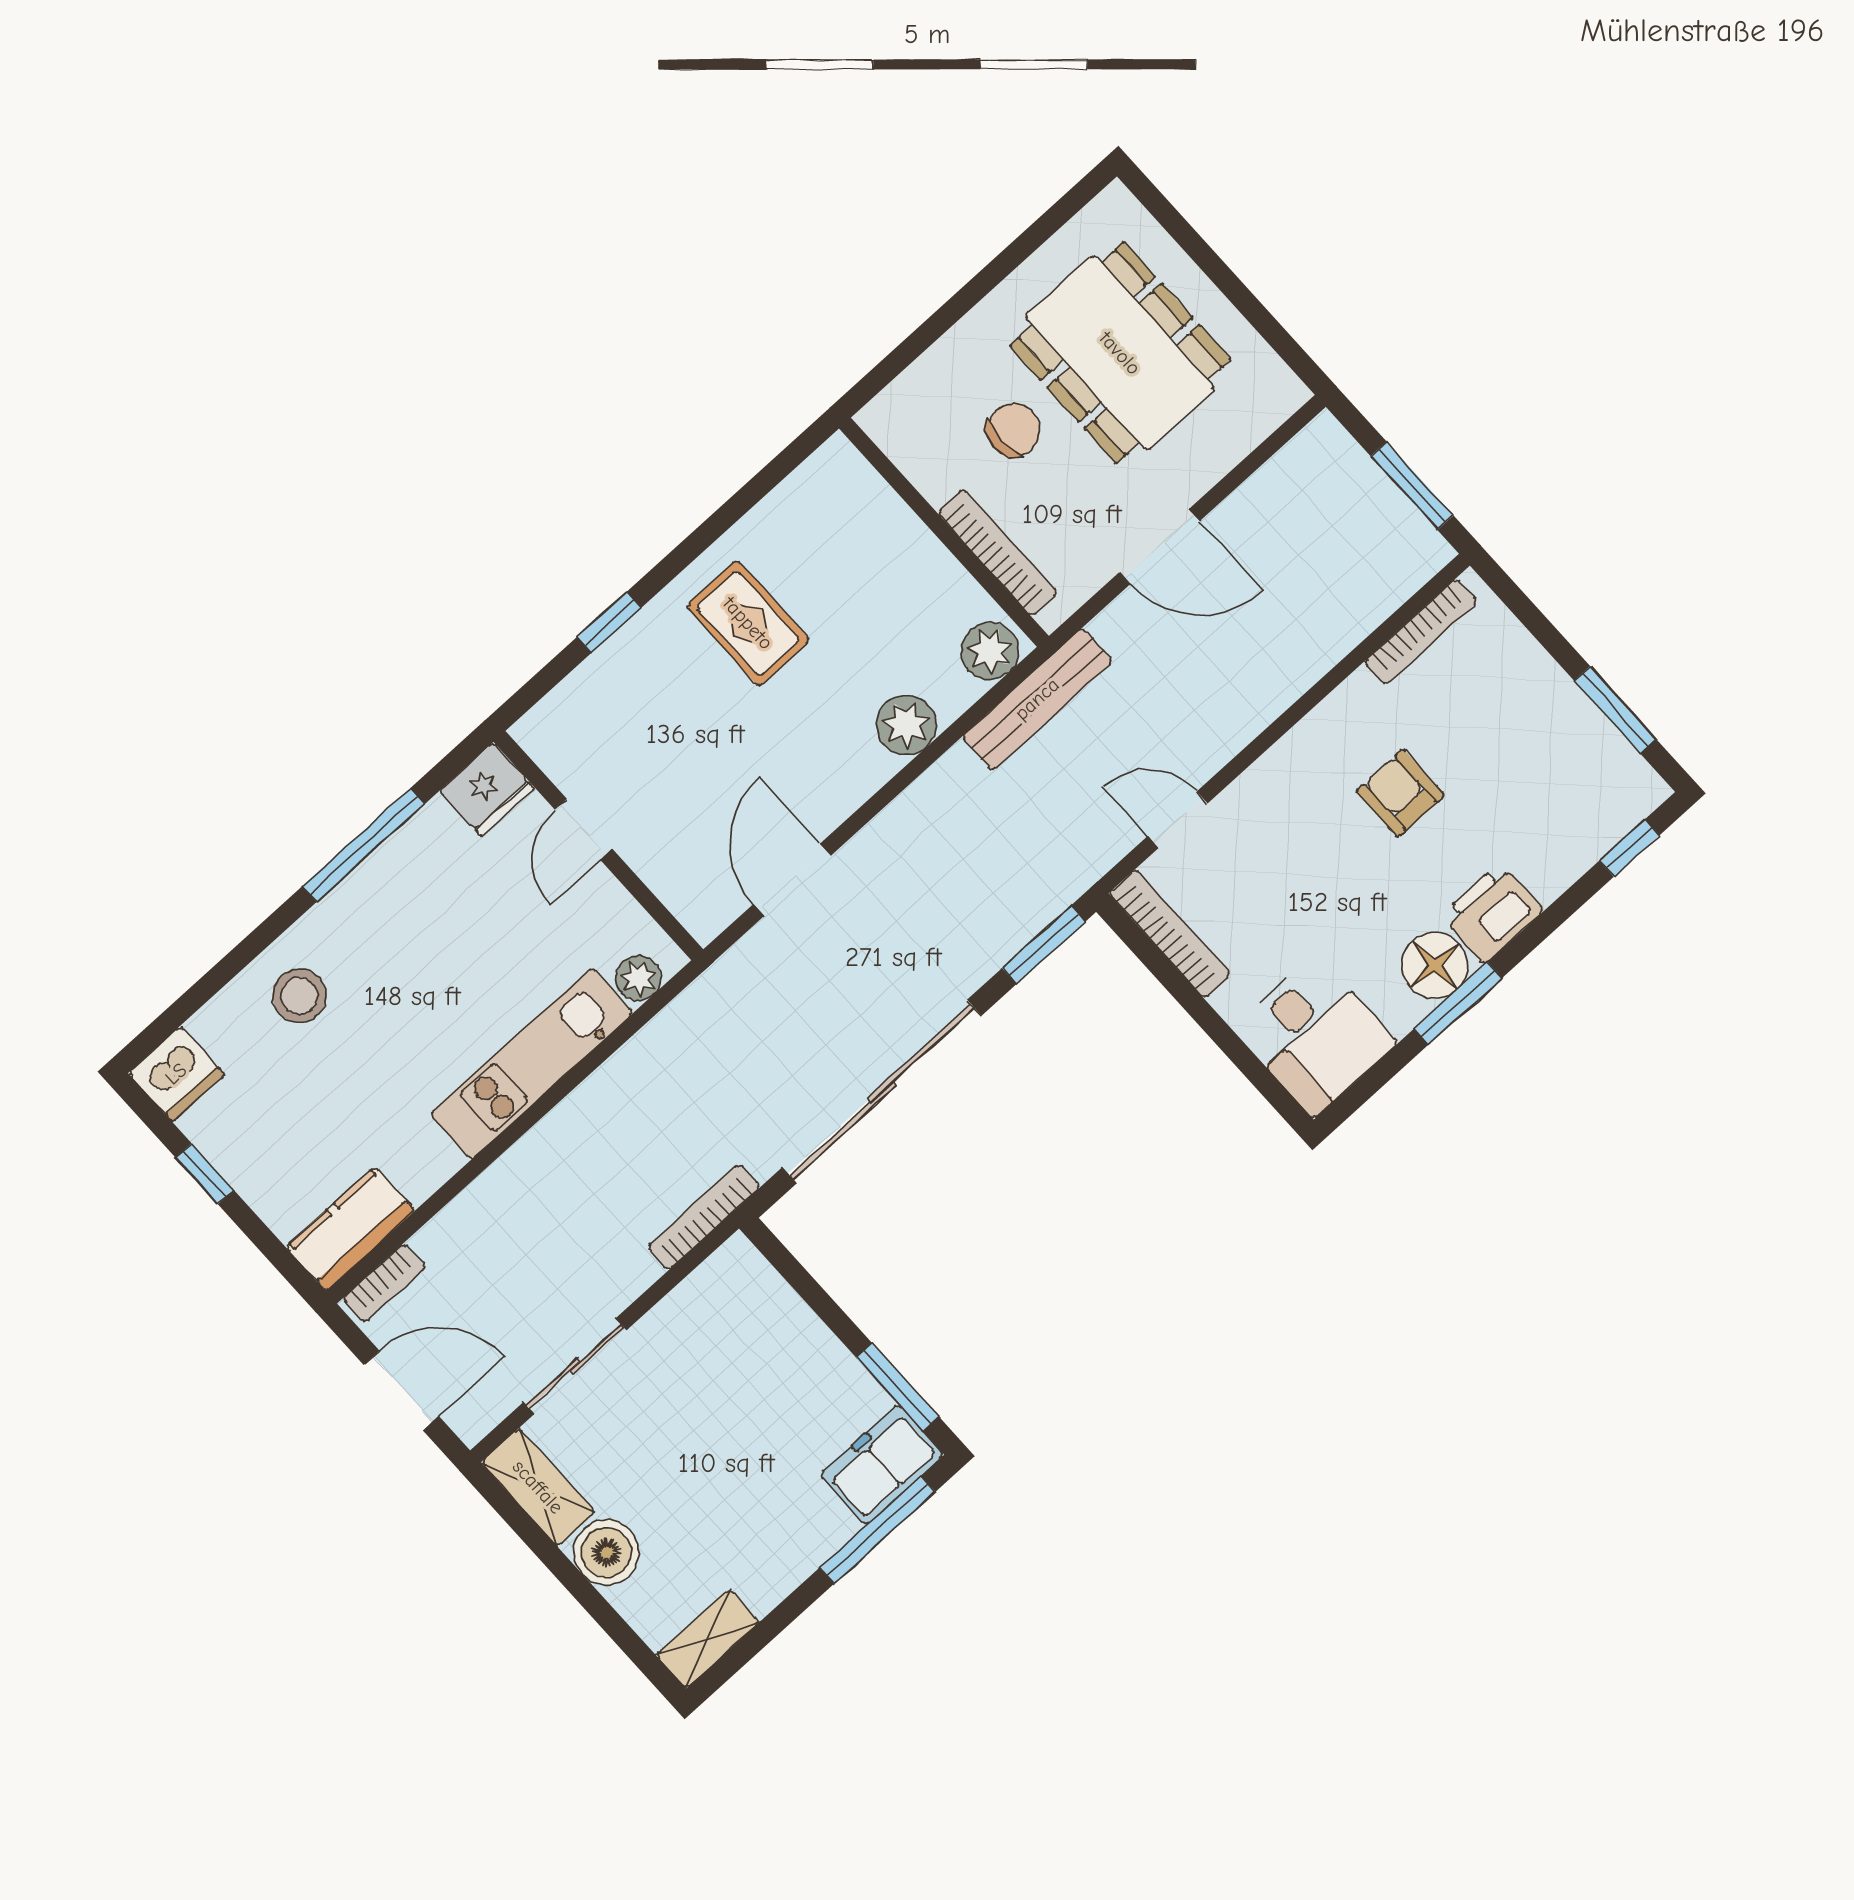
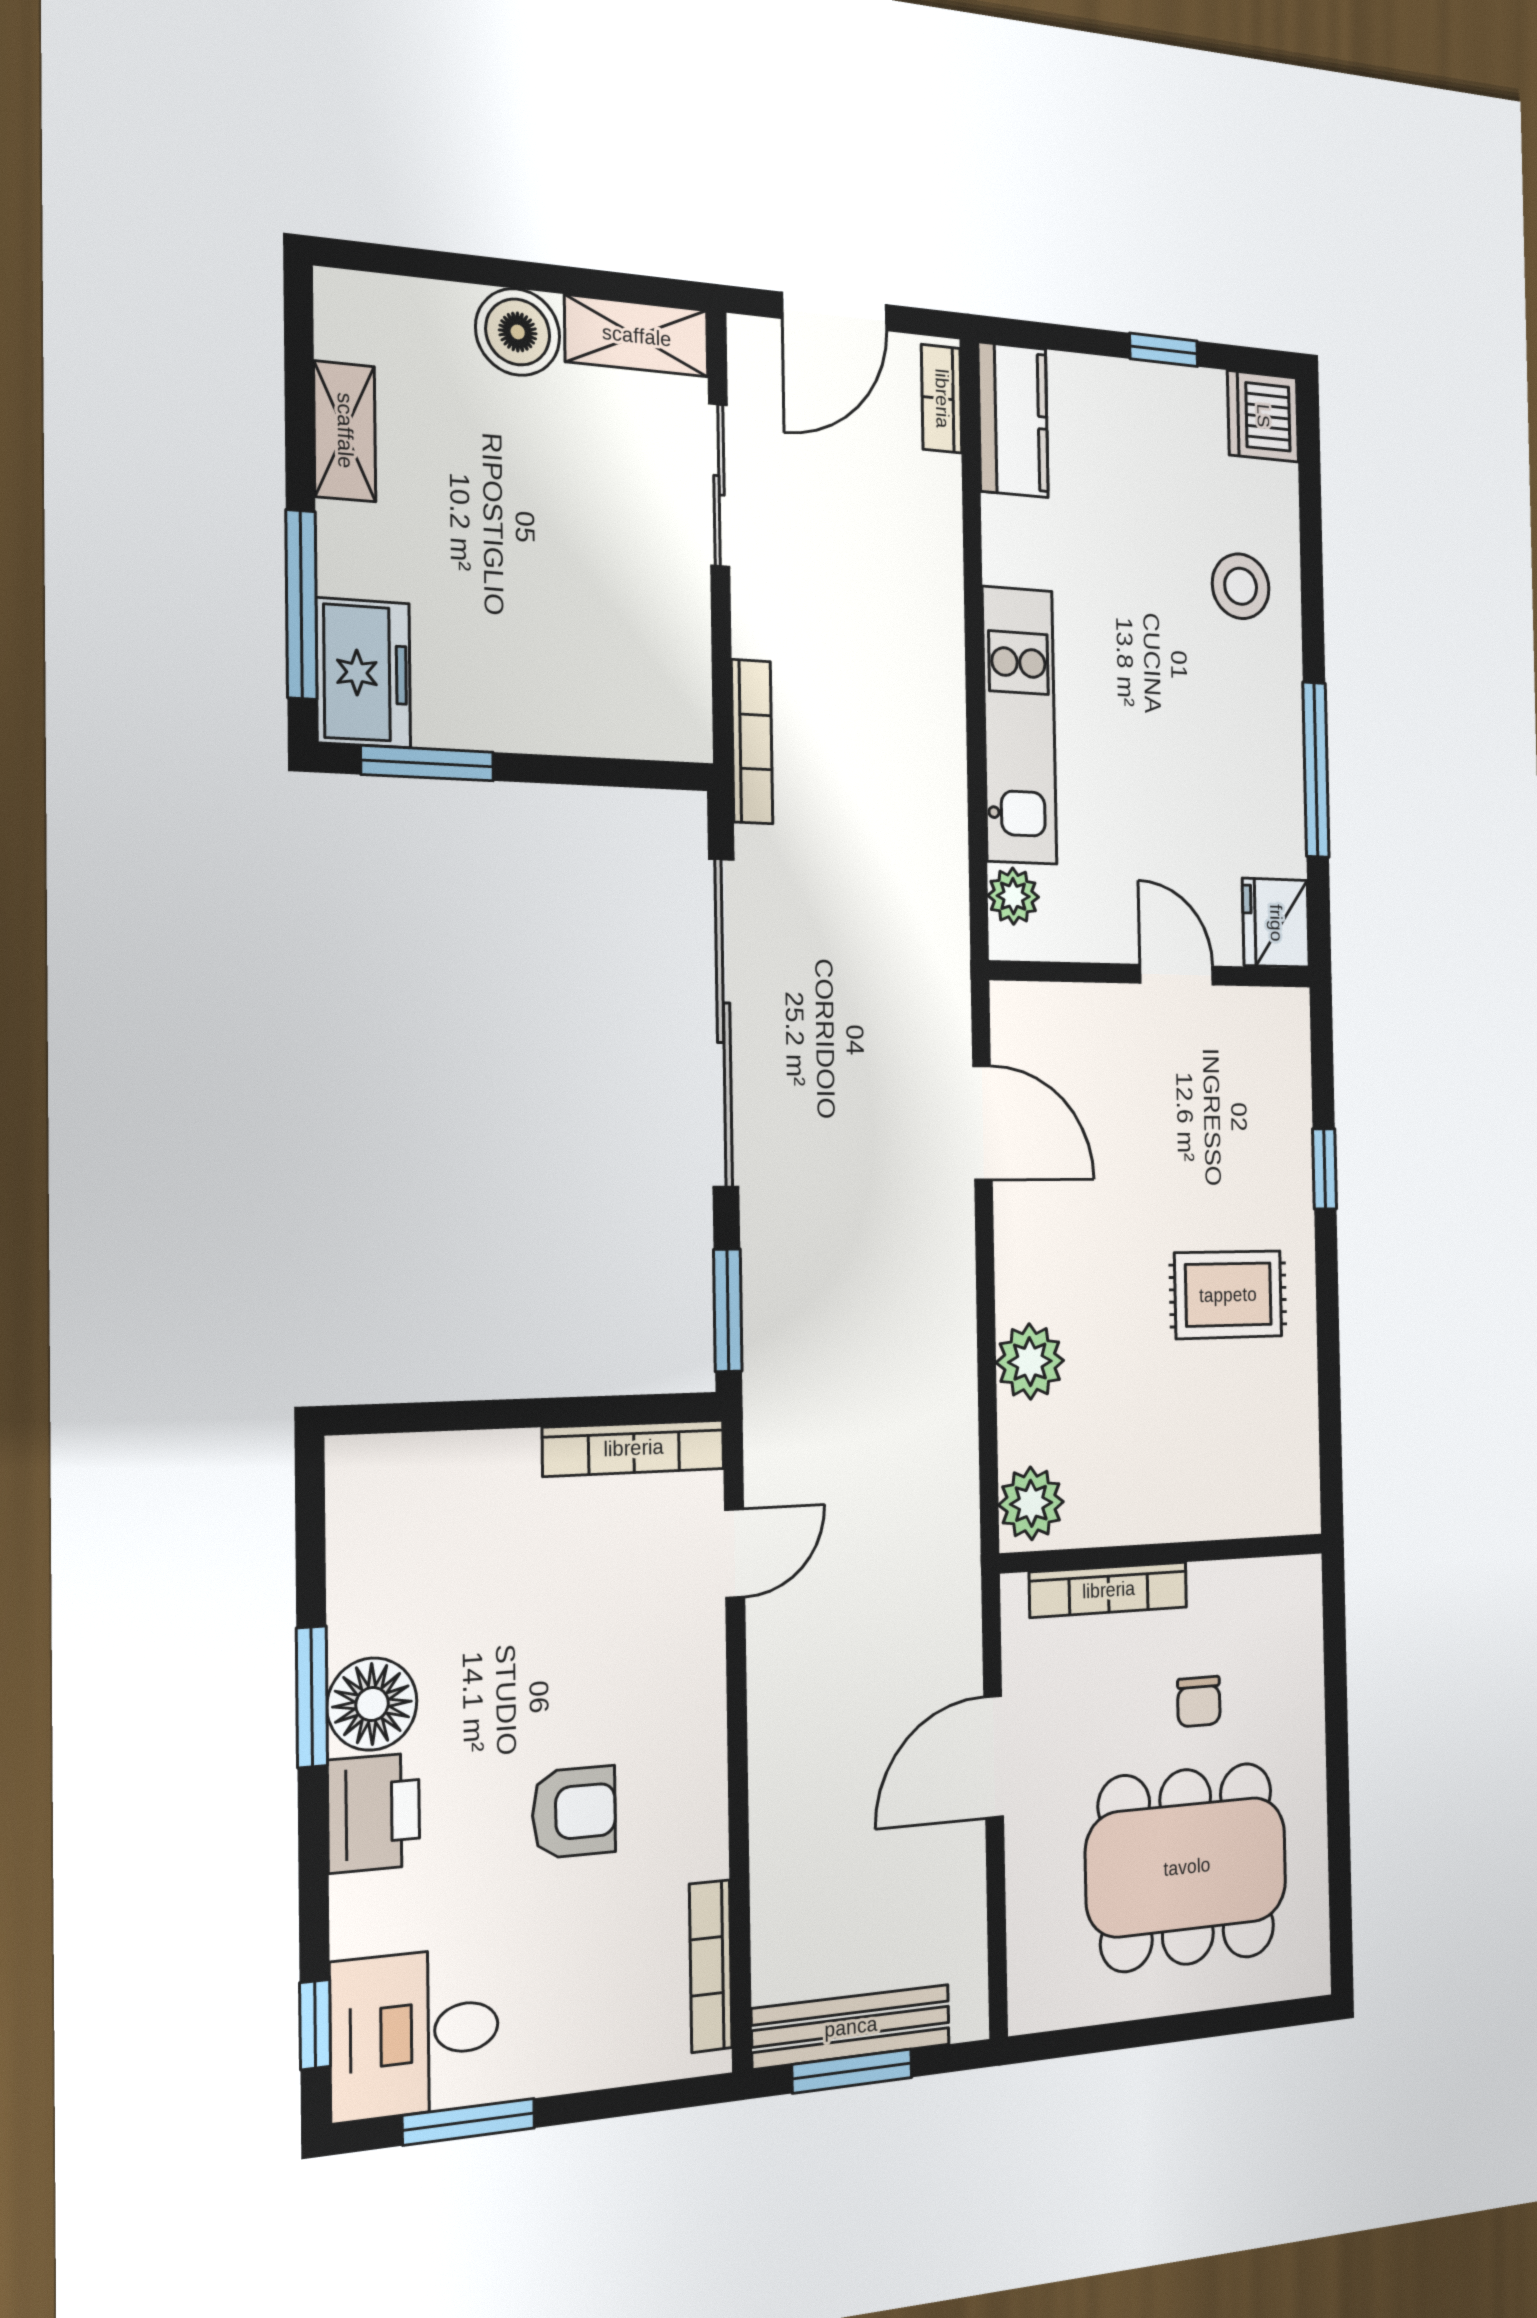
chair: (1014, 430) -> (1199, 1702), width x0.73, depth x0.73
bench: (1037, 699) -> (851, 2027), moved, turned 90
desk: (1315, 1035) -> (415, 2033), moved
shelving: (708, 1639) -> (345, 431), moved

